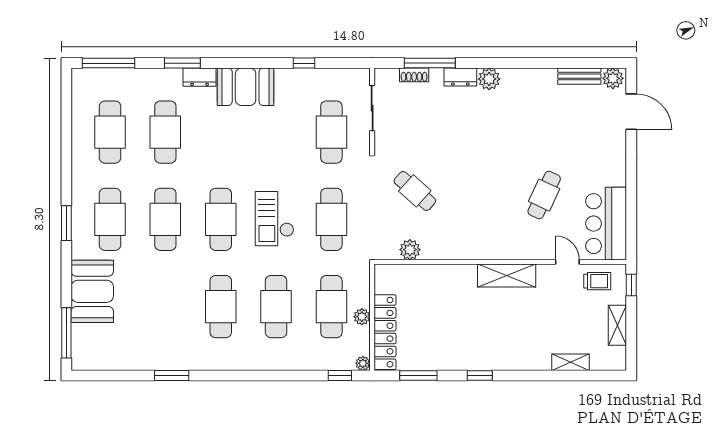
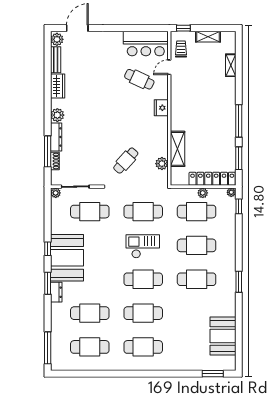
window: (182, 63) -> (48, 283), moved
window: (304, 63) -> (48, 249), moved
plant: (362, 76) -> (56, 193), added
dresser: (460, 77) -> (56, 137), width x1.44
wardrobe: (537, 79) -> (58, 86), added
booth: (246, 87) -> (67, 258), width x1.36, depth x1.42
cafe table: (544, 195) -> (139, 79), moved
checkout: (275, 219) -> (143, 246), turned 180
window: (66, 223) -> (146, 374), removed
fridge: (501, 249) -> (161, 108), added
shelving: (507, 276) -> (178, 149), moved
booth: (92, 291) -> (223, 336), moved, turned 90
window: (66, 333) -> (213, 374), width x0.69
window: (172, 376) -> (239, 282), moved
window: (480, 376) -> (239, 121), width x2.17

